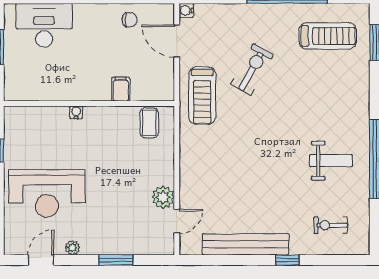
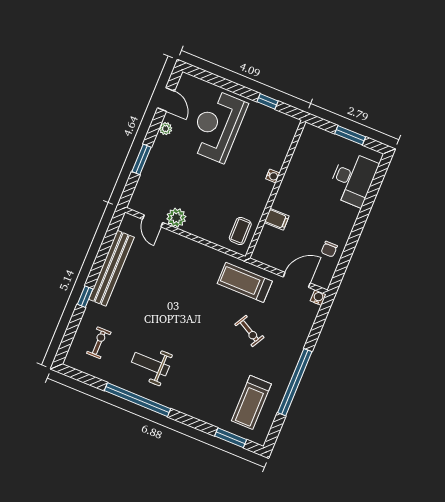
exercise bike: (252, 69) -> (249, 331), width x0.73, depth x0.72
coffee table: (149, 123) -> (240, 231), turned 90
weight bench: (331, 161) -> (150, 364), turned 90

